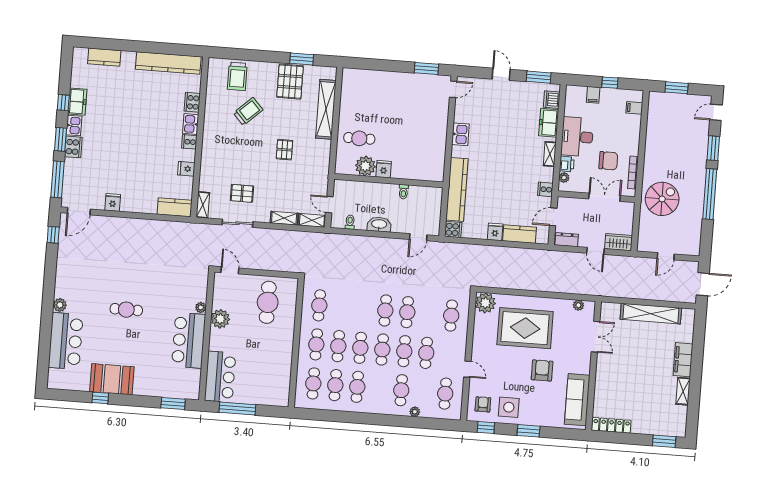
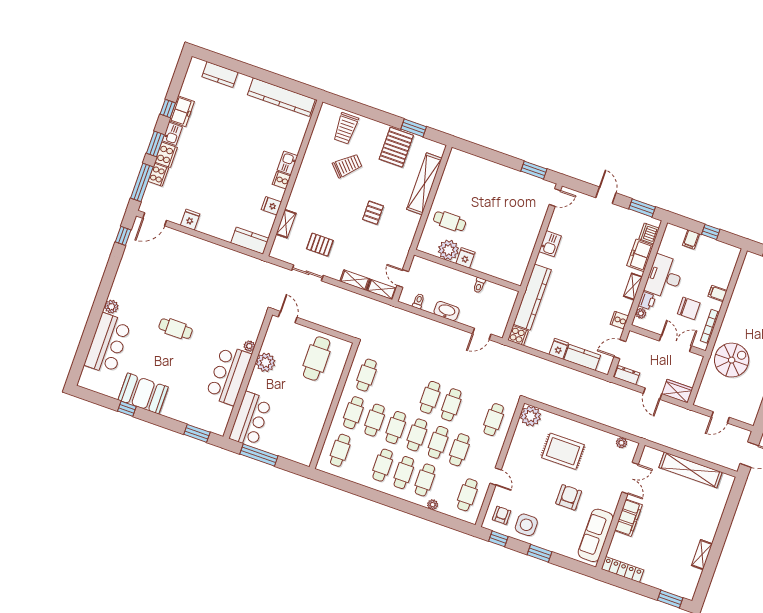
cooker: (192, 102) -> (158, 175), moved, turned 180
filing cabinet: (634, 108) -> (718, 293), moved
shelving: (203, 205) -> (286, 224), moved
rug: (525, 328) -> (563, 451), width x0.73, depth x0.69
filing cabinet: (683, 360) -> (628, 518), moved, turned 180
cafe table: (335, 385) -> (404, 473), moved

